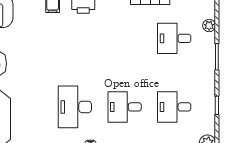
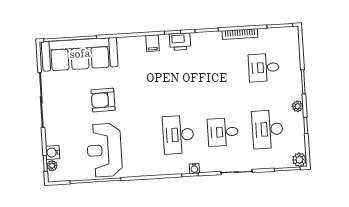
plant: (209, 26) -> (298, 106), moved
desk: (174, 107) -> (268, 129), width x1.37

